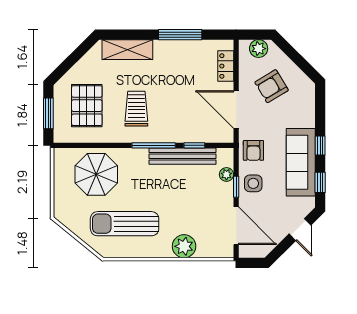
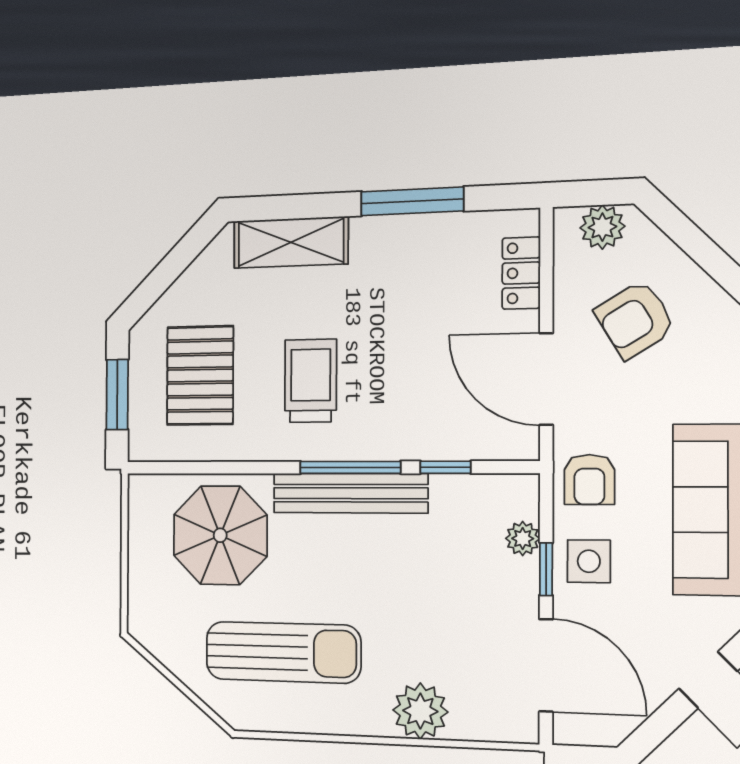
bench: (182, 156) -> (350, 493), moved
sun lounger: (125, 224) -> (283, 652), turned 180

